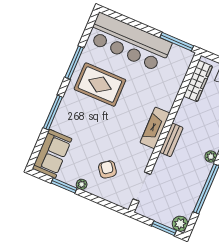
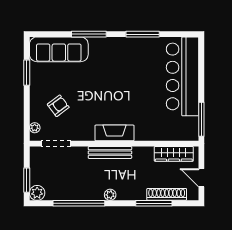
rug: (100, 85) -> (133, 66), removed
bench: (171, 140) -> (110, 152), width x1.36
sofa: (52, 154) -> (59, 49), width x1.36
plant: (82, 184) -> (35, 128), moved

